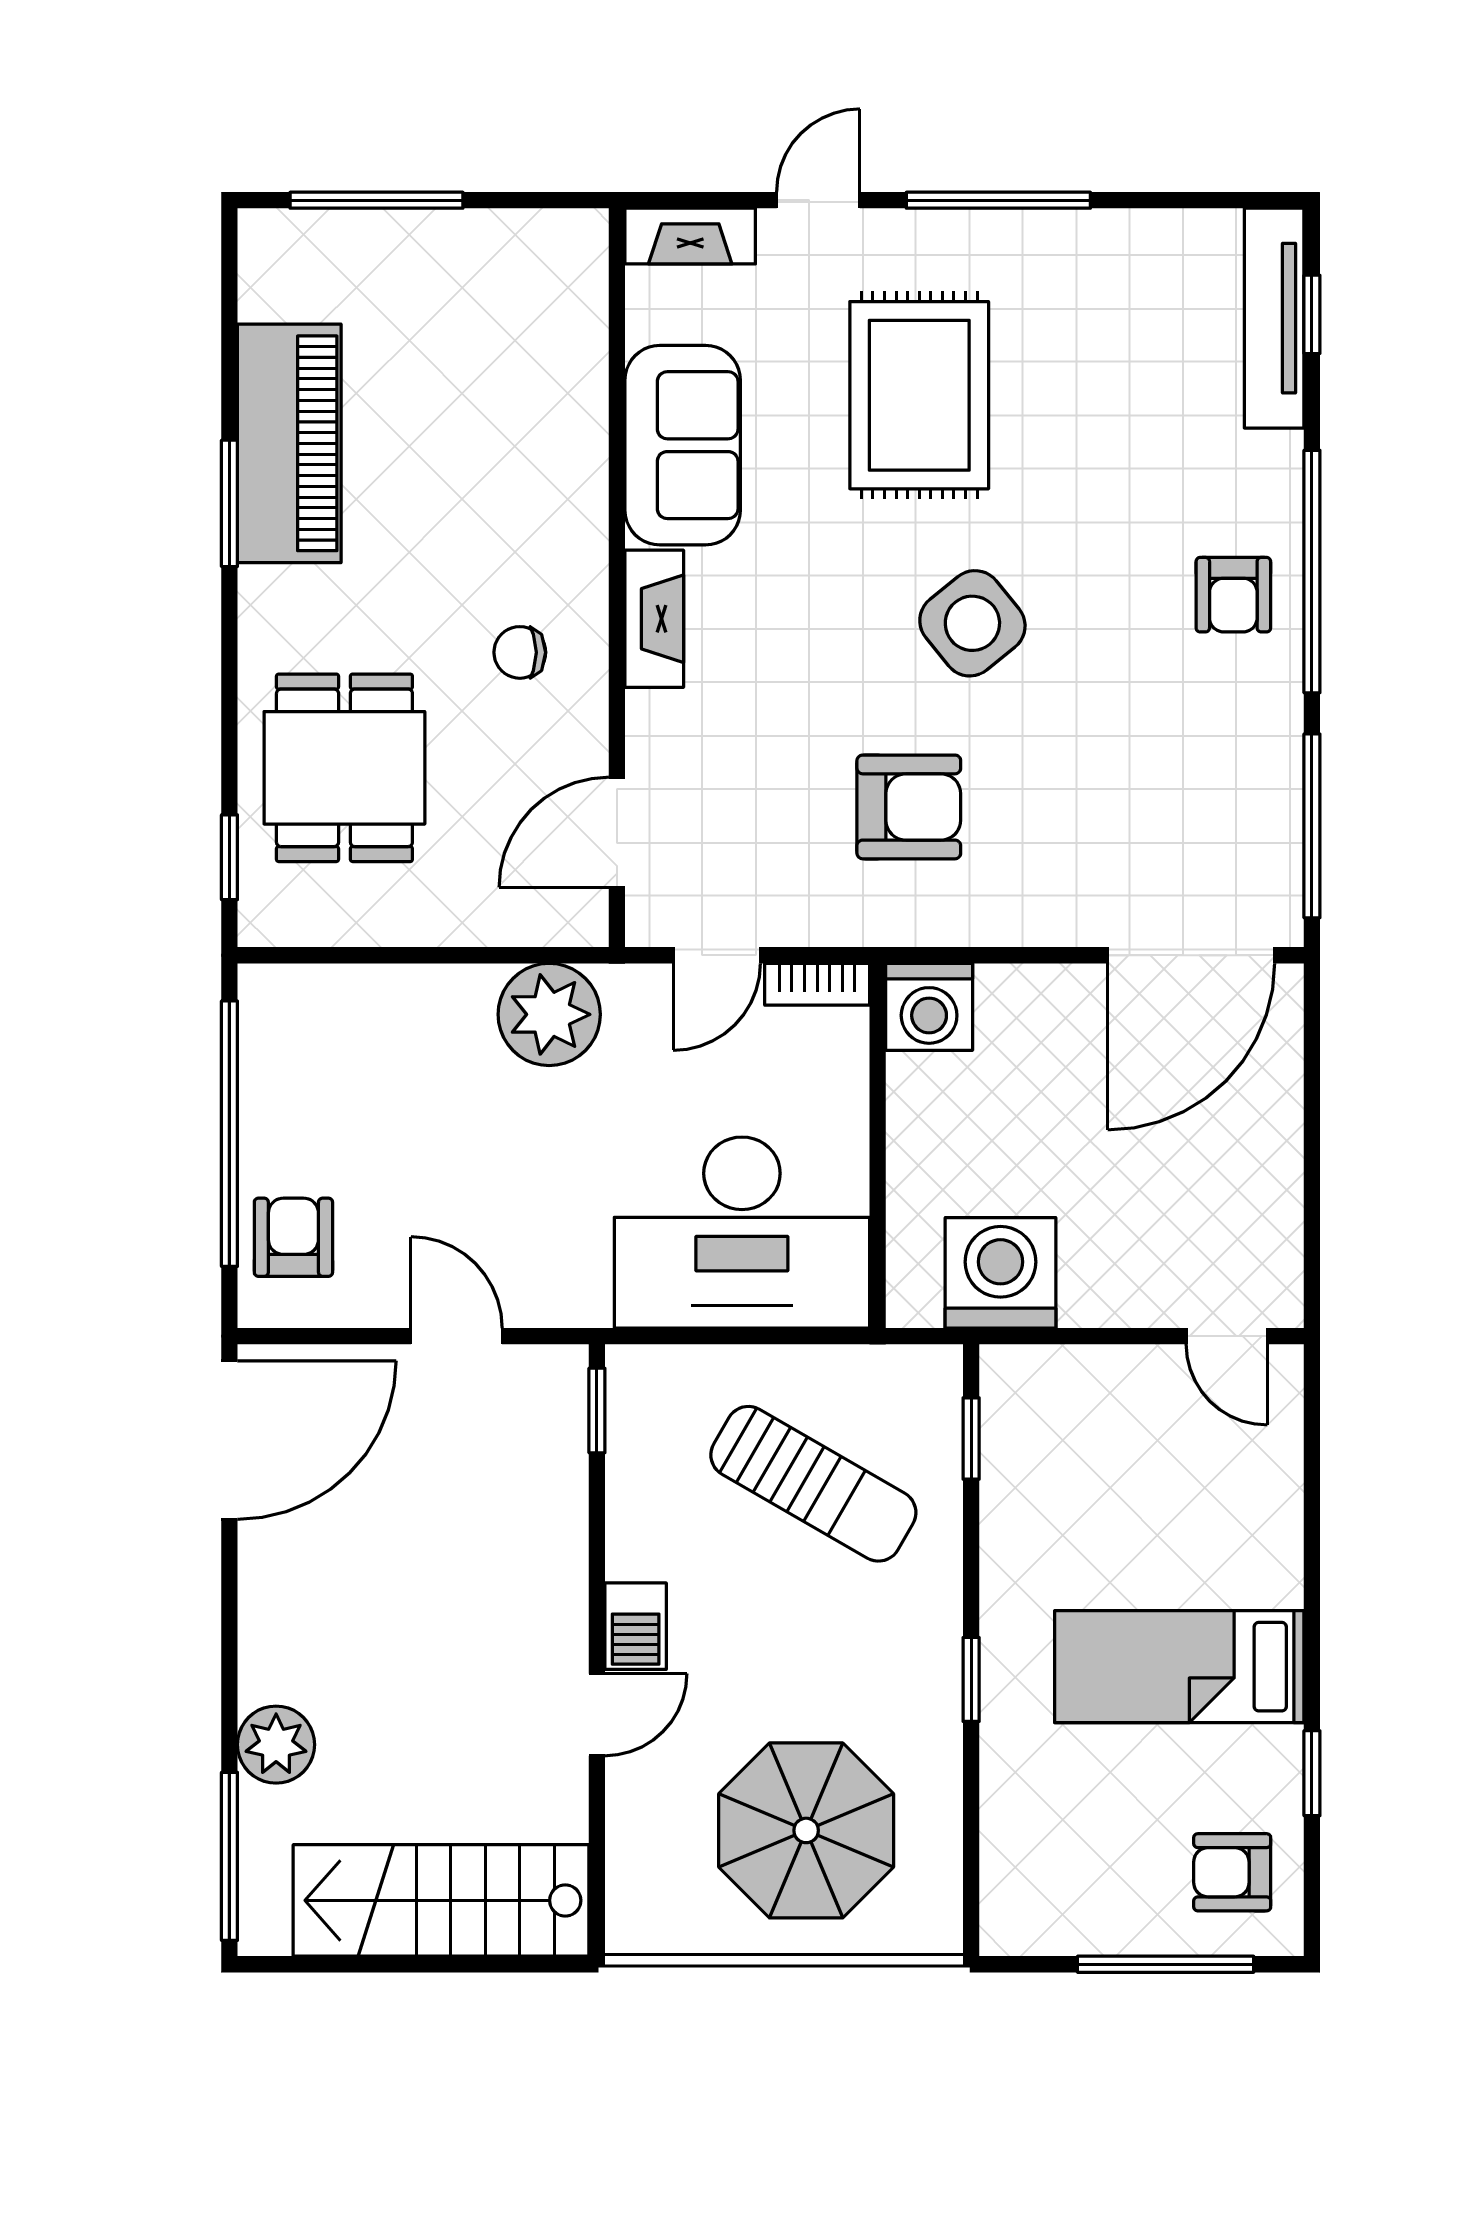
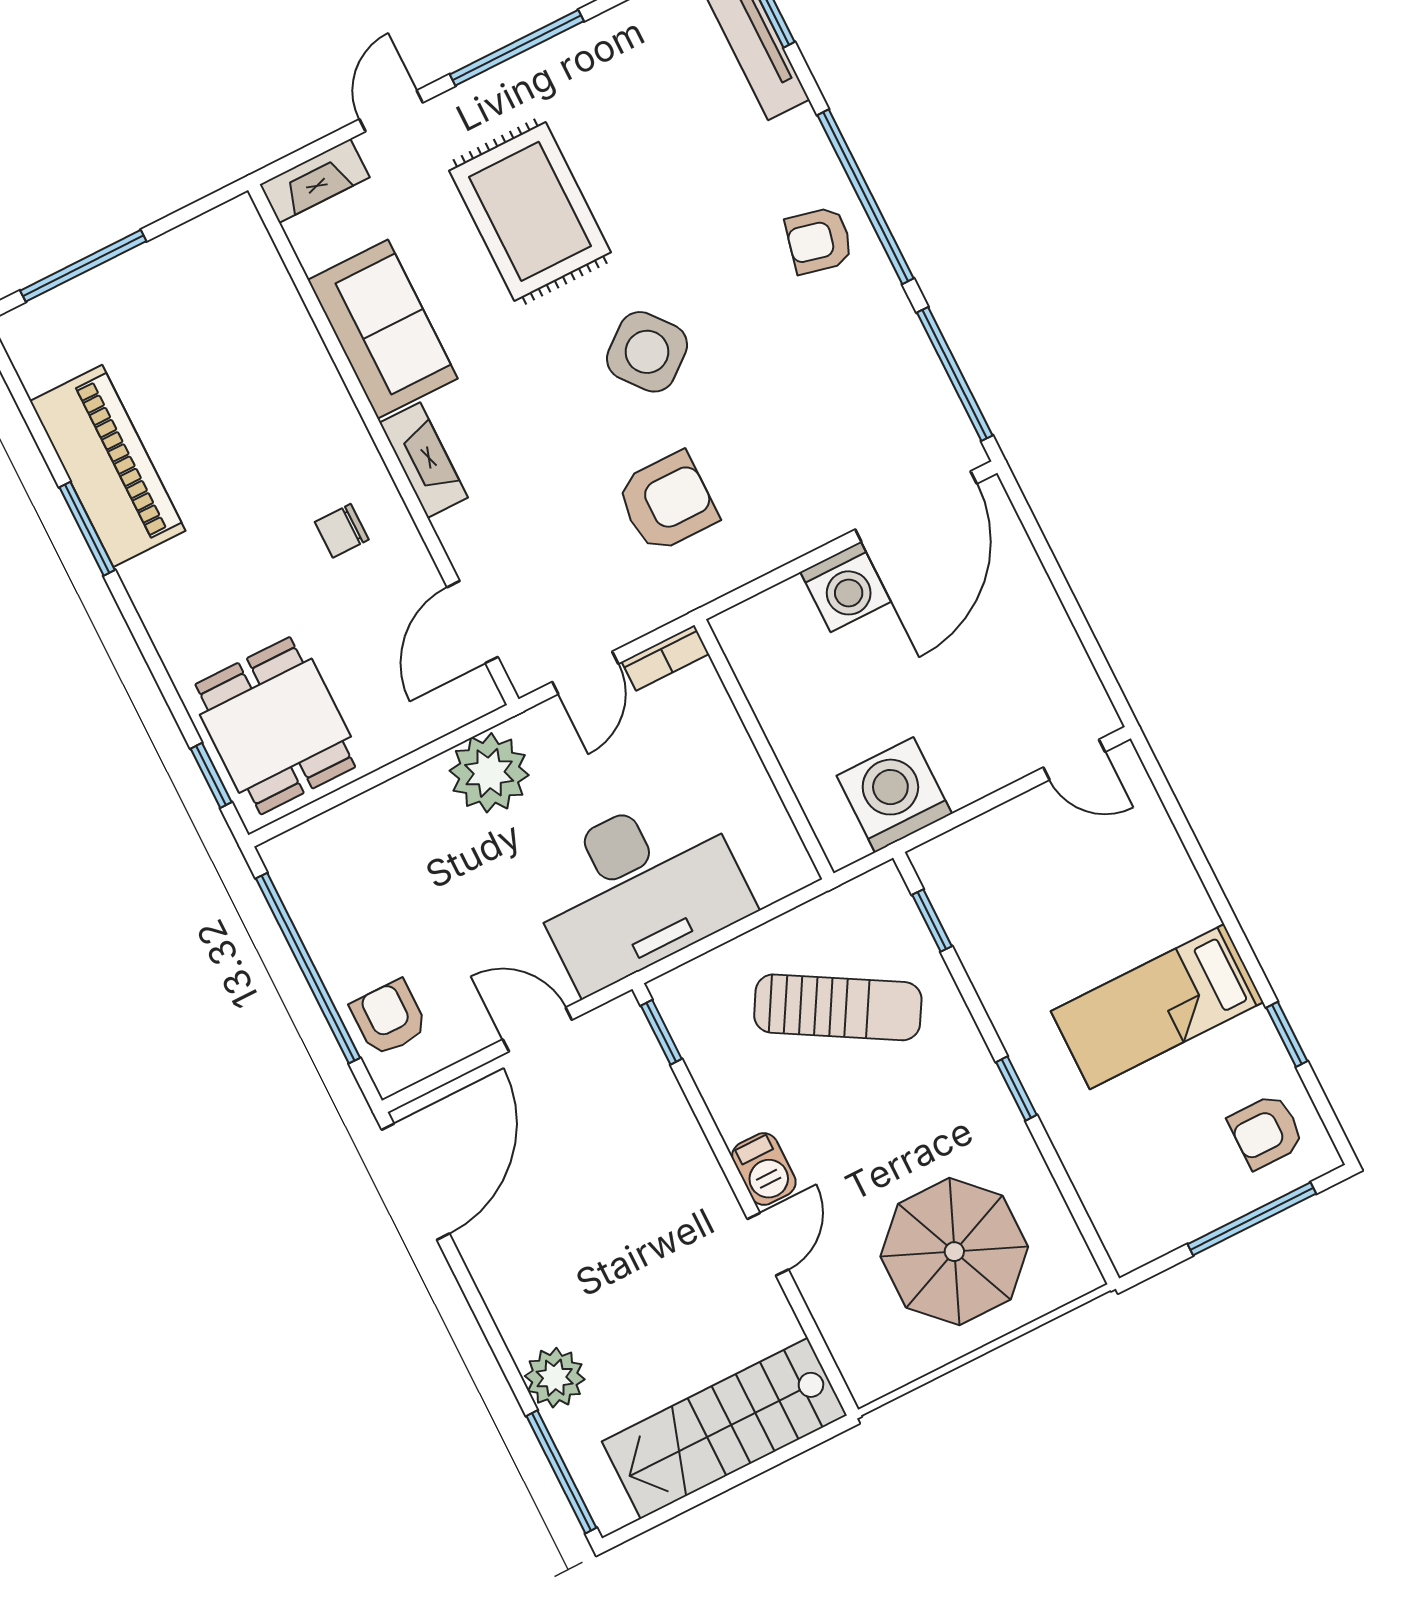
armchair: (1233, 595) -> (819, 240), turned 103
dining table: (344, 768) -> (275, 726), moved
washing machine: (929, 1007) -> (846, 587), moved
desk: (742, 1233) -> (638, 889), moved

